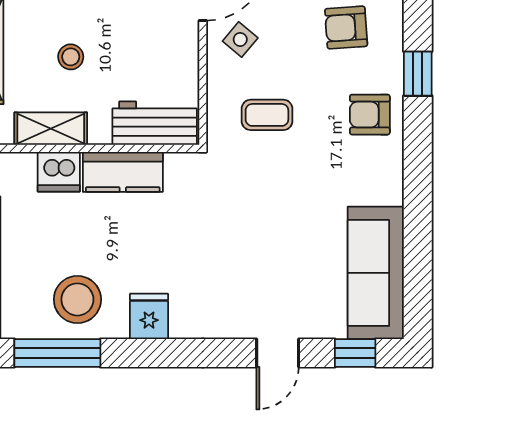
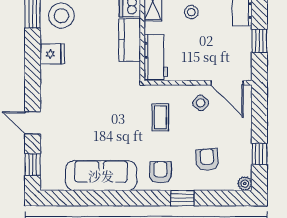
sofa: (376, 273) -> (101, 176), moved

